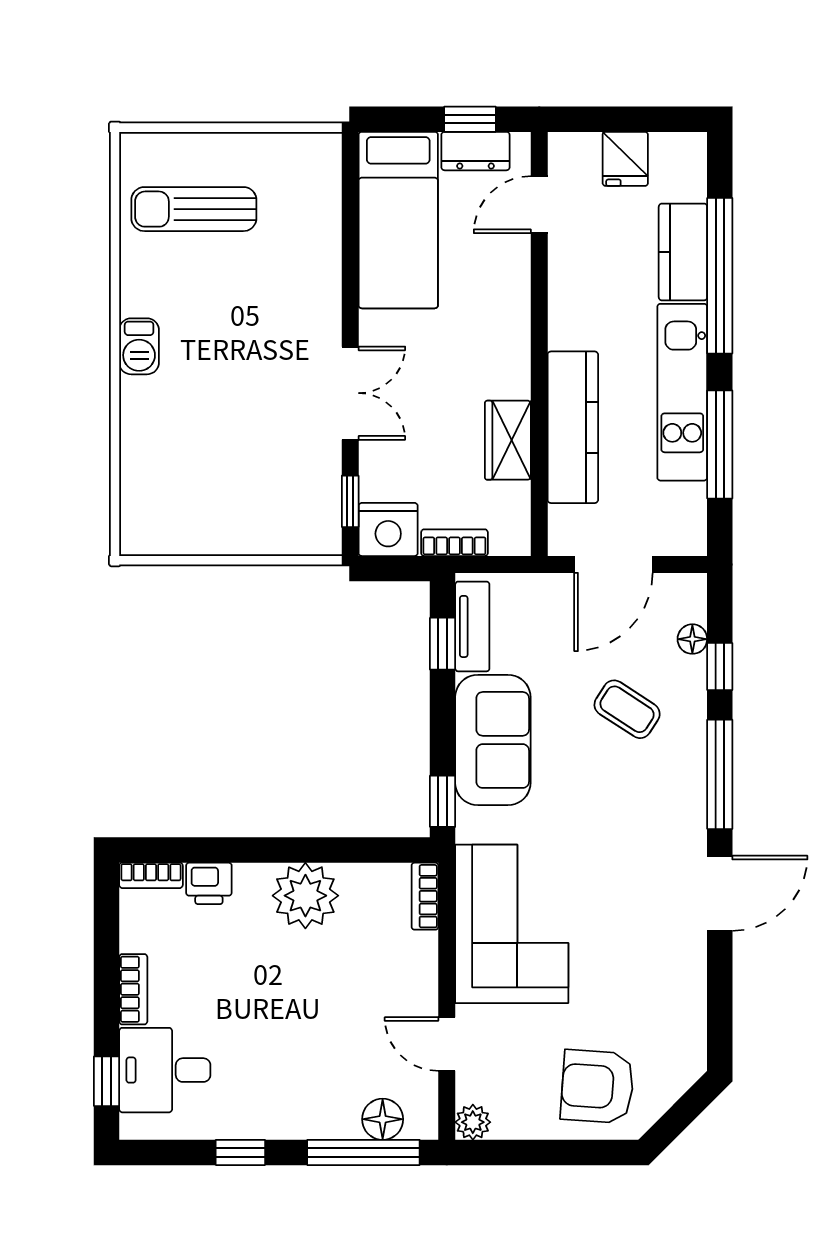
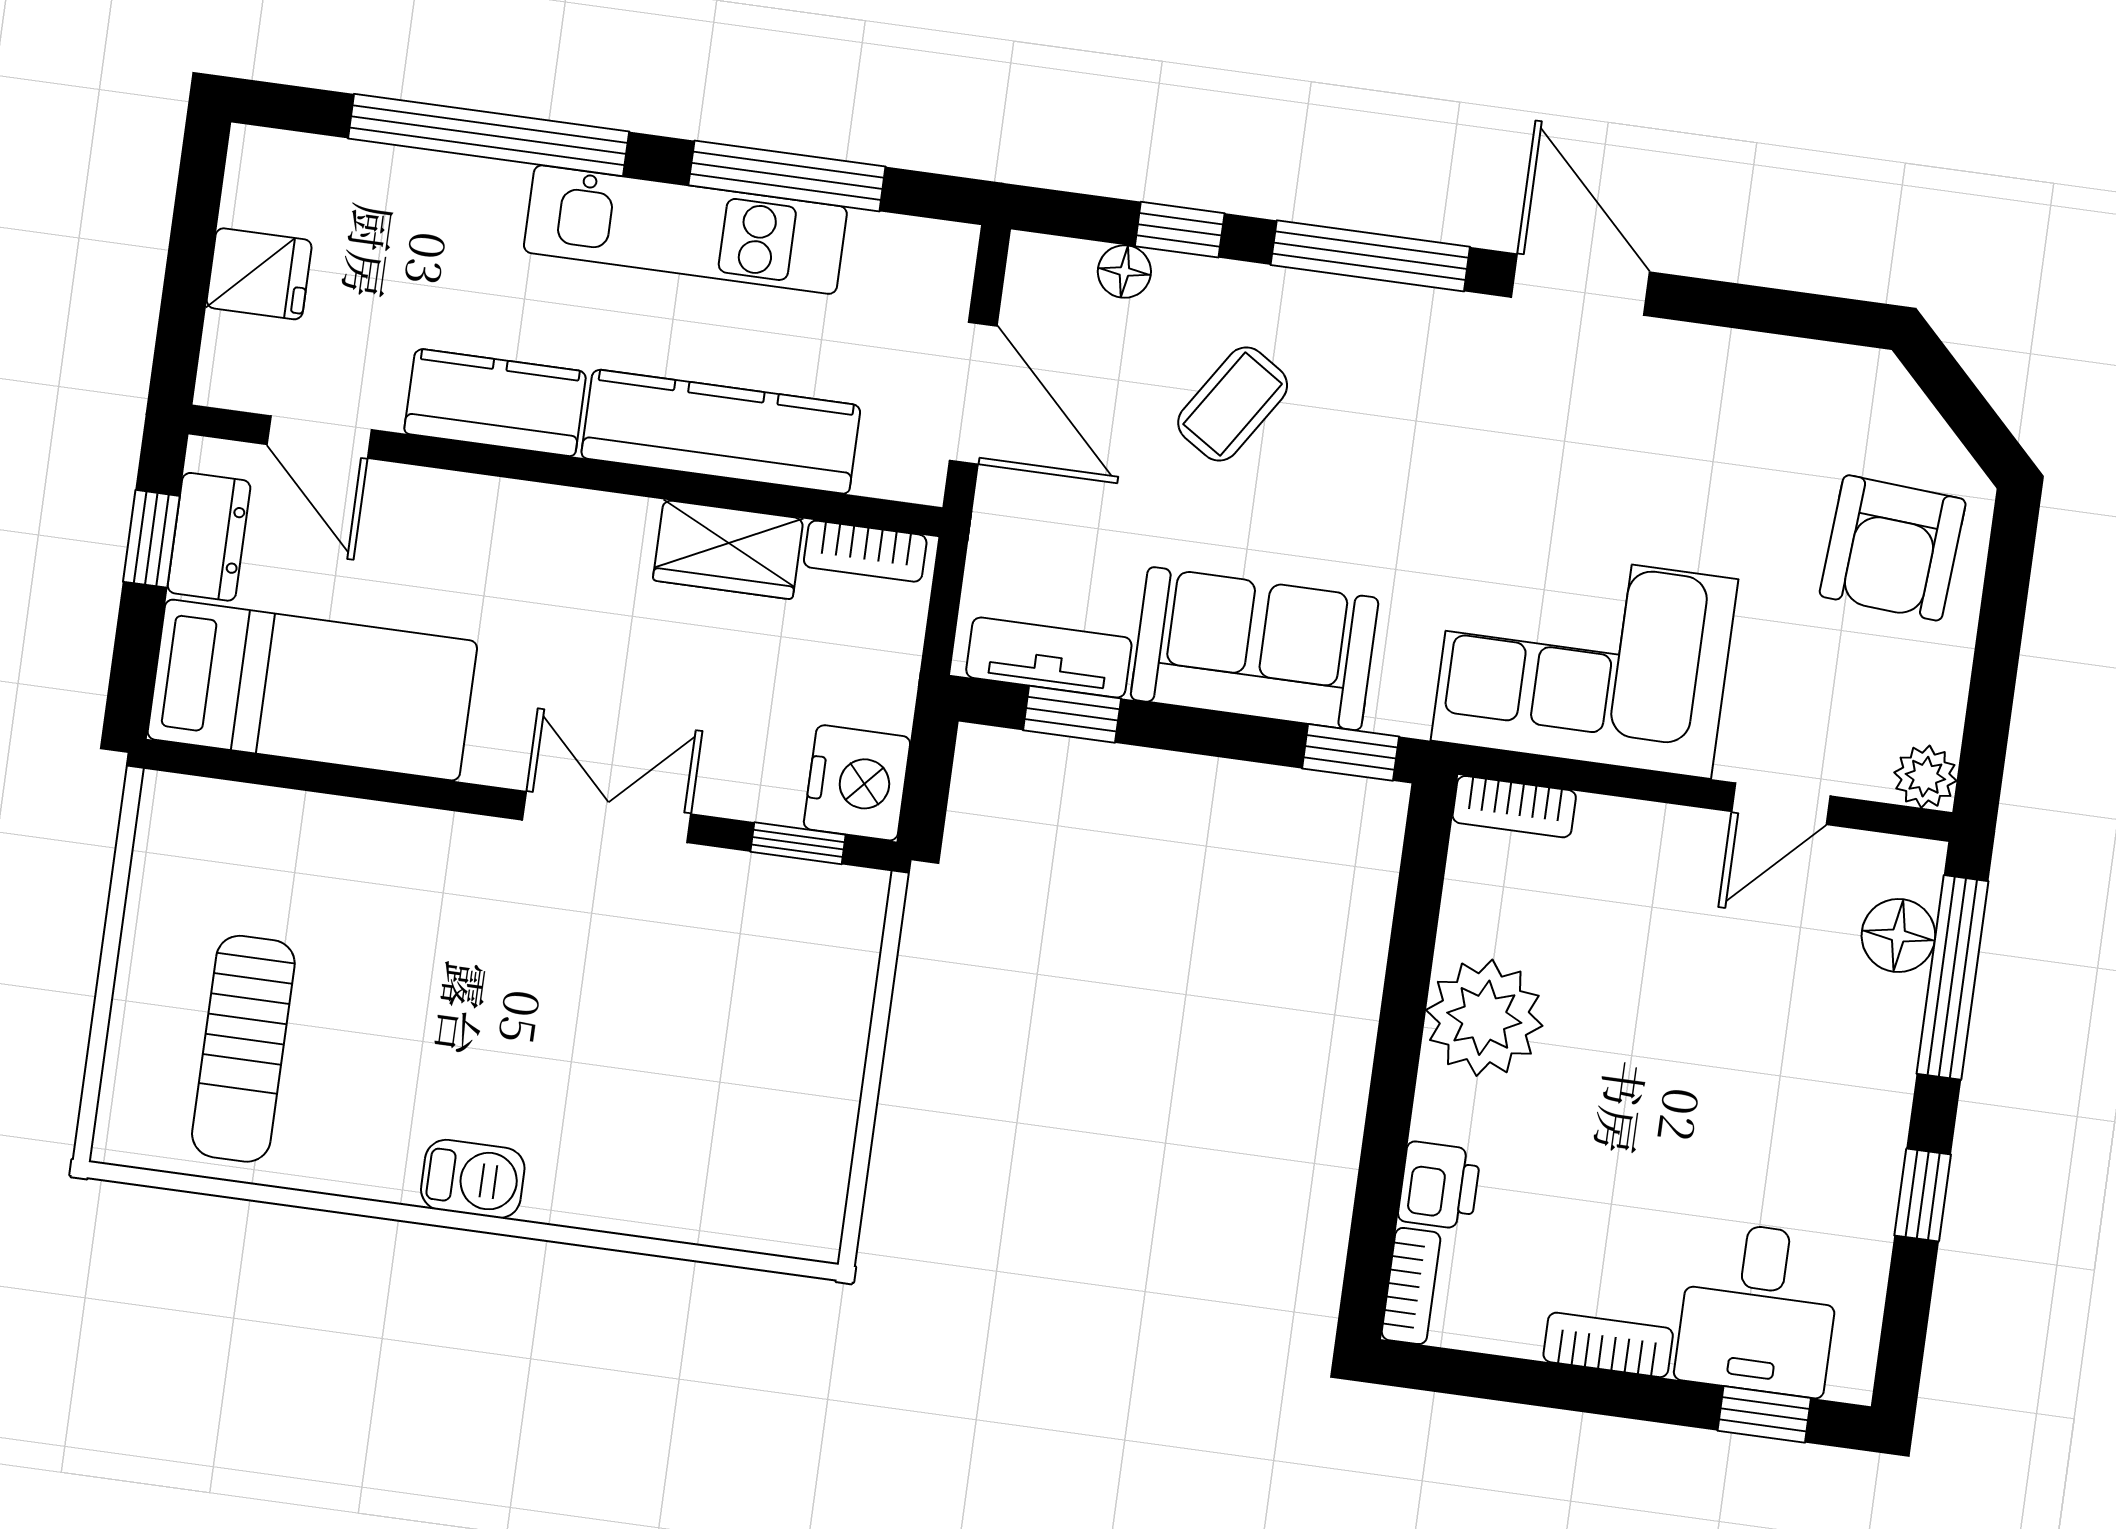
kitchen counter: (683, 252) -> (495, 403), moved, turned 180
bookcase: (454, 543) -> (865, 551), moved, turned -90

